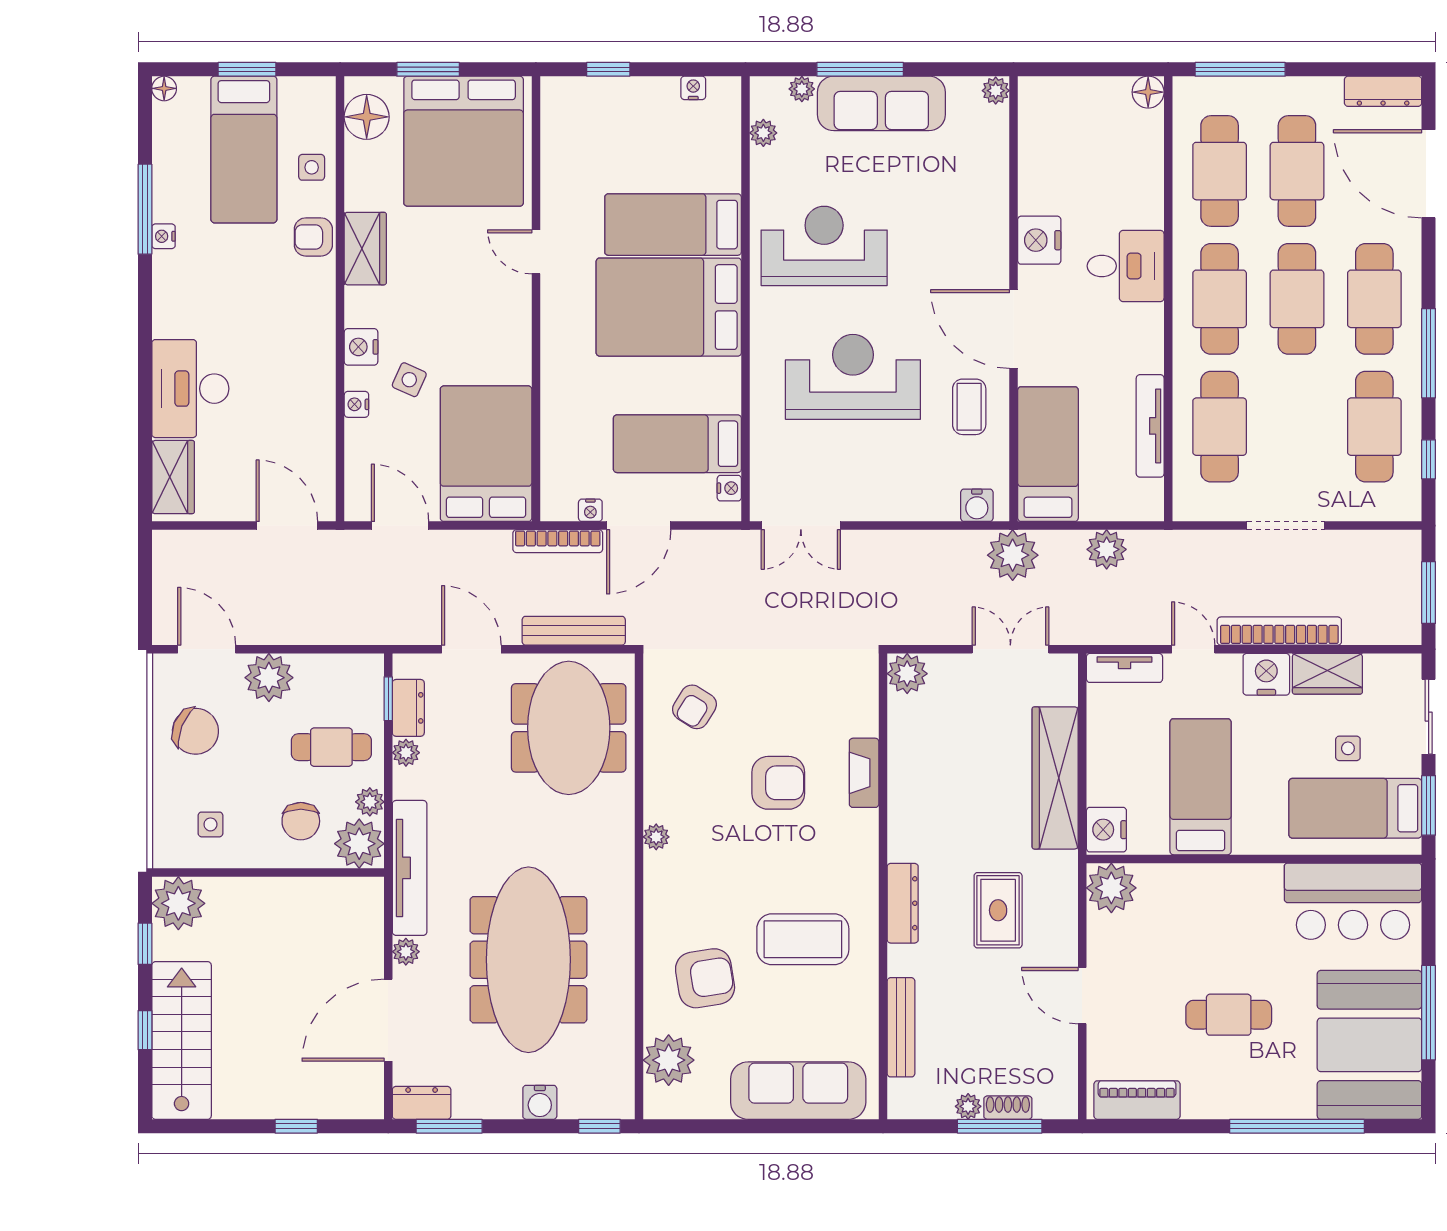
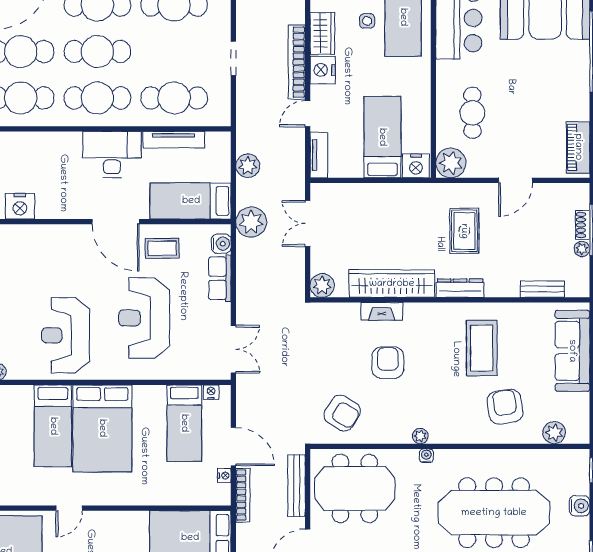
nightstand: (1039, 240) -> (20, 206), moved
desk: (1126, 266) -> (112, 154), moved, width x1.37
door: (1014, 329) -> (115, 222), hinge flipped
row of seats: (919, 503) -> (220, 278), added
doorway: (1286, 526) -> (233, 58), width x0.73
armchair: (694, 707) -> (342, 413), width x1.38, depth x1.38
wardrobe: (1055, 778) -> (392, 284), moved, turned 180
bed: (1201, 787) -> (382, 137), moved, turned 90
water cooler: (623, 847) -> (426, 456), added
rug: (998, 910) -> (464, 231), turned 90
cafe table: (1229, 1015) -> (472, 113), moved
bench: (901, 1027) -> (542, 289), width x0.73
plant: (669, 1060) -> (554, 433), width x0.73, depth x0.73

